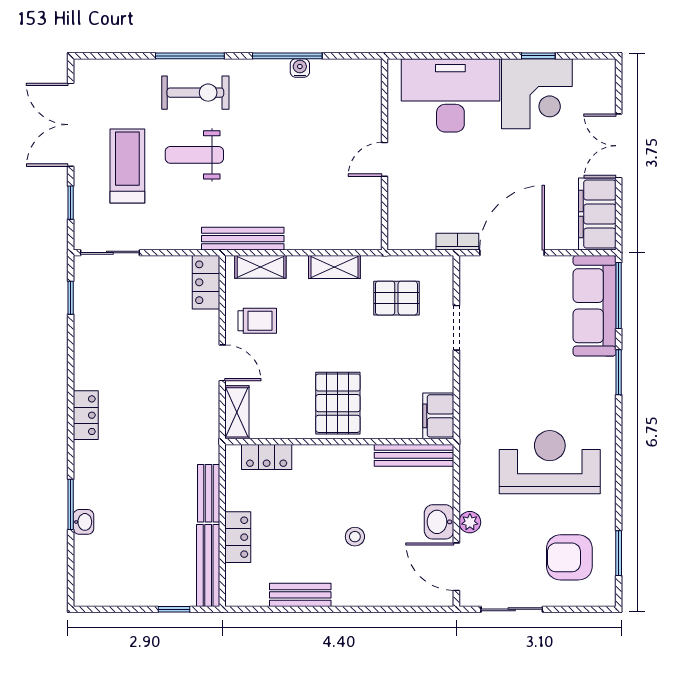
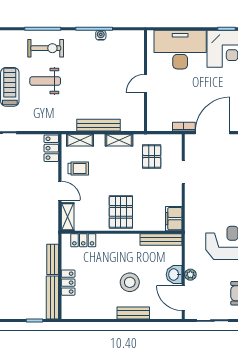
bench: (243, 239) -> (98, 125), moved
pallet: (396, 298) -> (152, 157), turned 90
stool: (355, 537) -> (130, 282), width x1.89, depth x1.89
bench: (300, 595) -> (133, 313), moved

